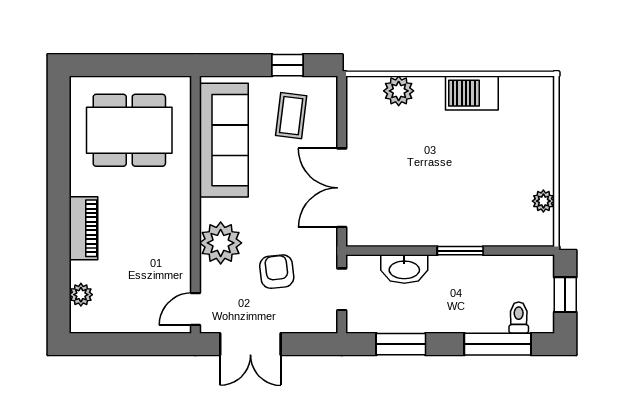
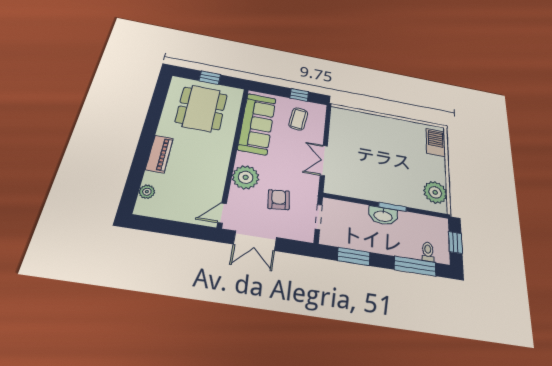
window: (131, 65) -> (210, 78), added
plant: (399, 91) -> (360, 119), removed
barbecue: (472, 93) -> (436, 142), moved, turned 90
dining table: (129, 130) -> (201, 108), turned 90
double door: (342, 188) -> (324, 160), width x0.73
plant: (543, 201) -> (435, 192), width x1.87, depth x1.87
washbasin: (404, 269) -> (383, 216), moved

